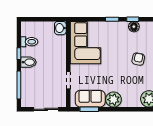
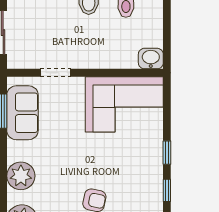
floor lamp: (134, 27) -> (153, 192), removed
plant: (114, 100) -> (21, 176), moved

